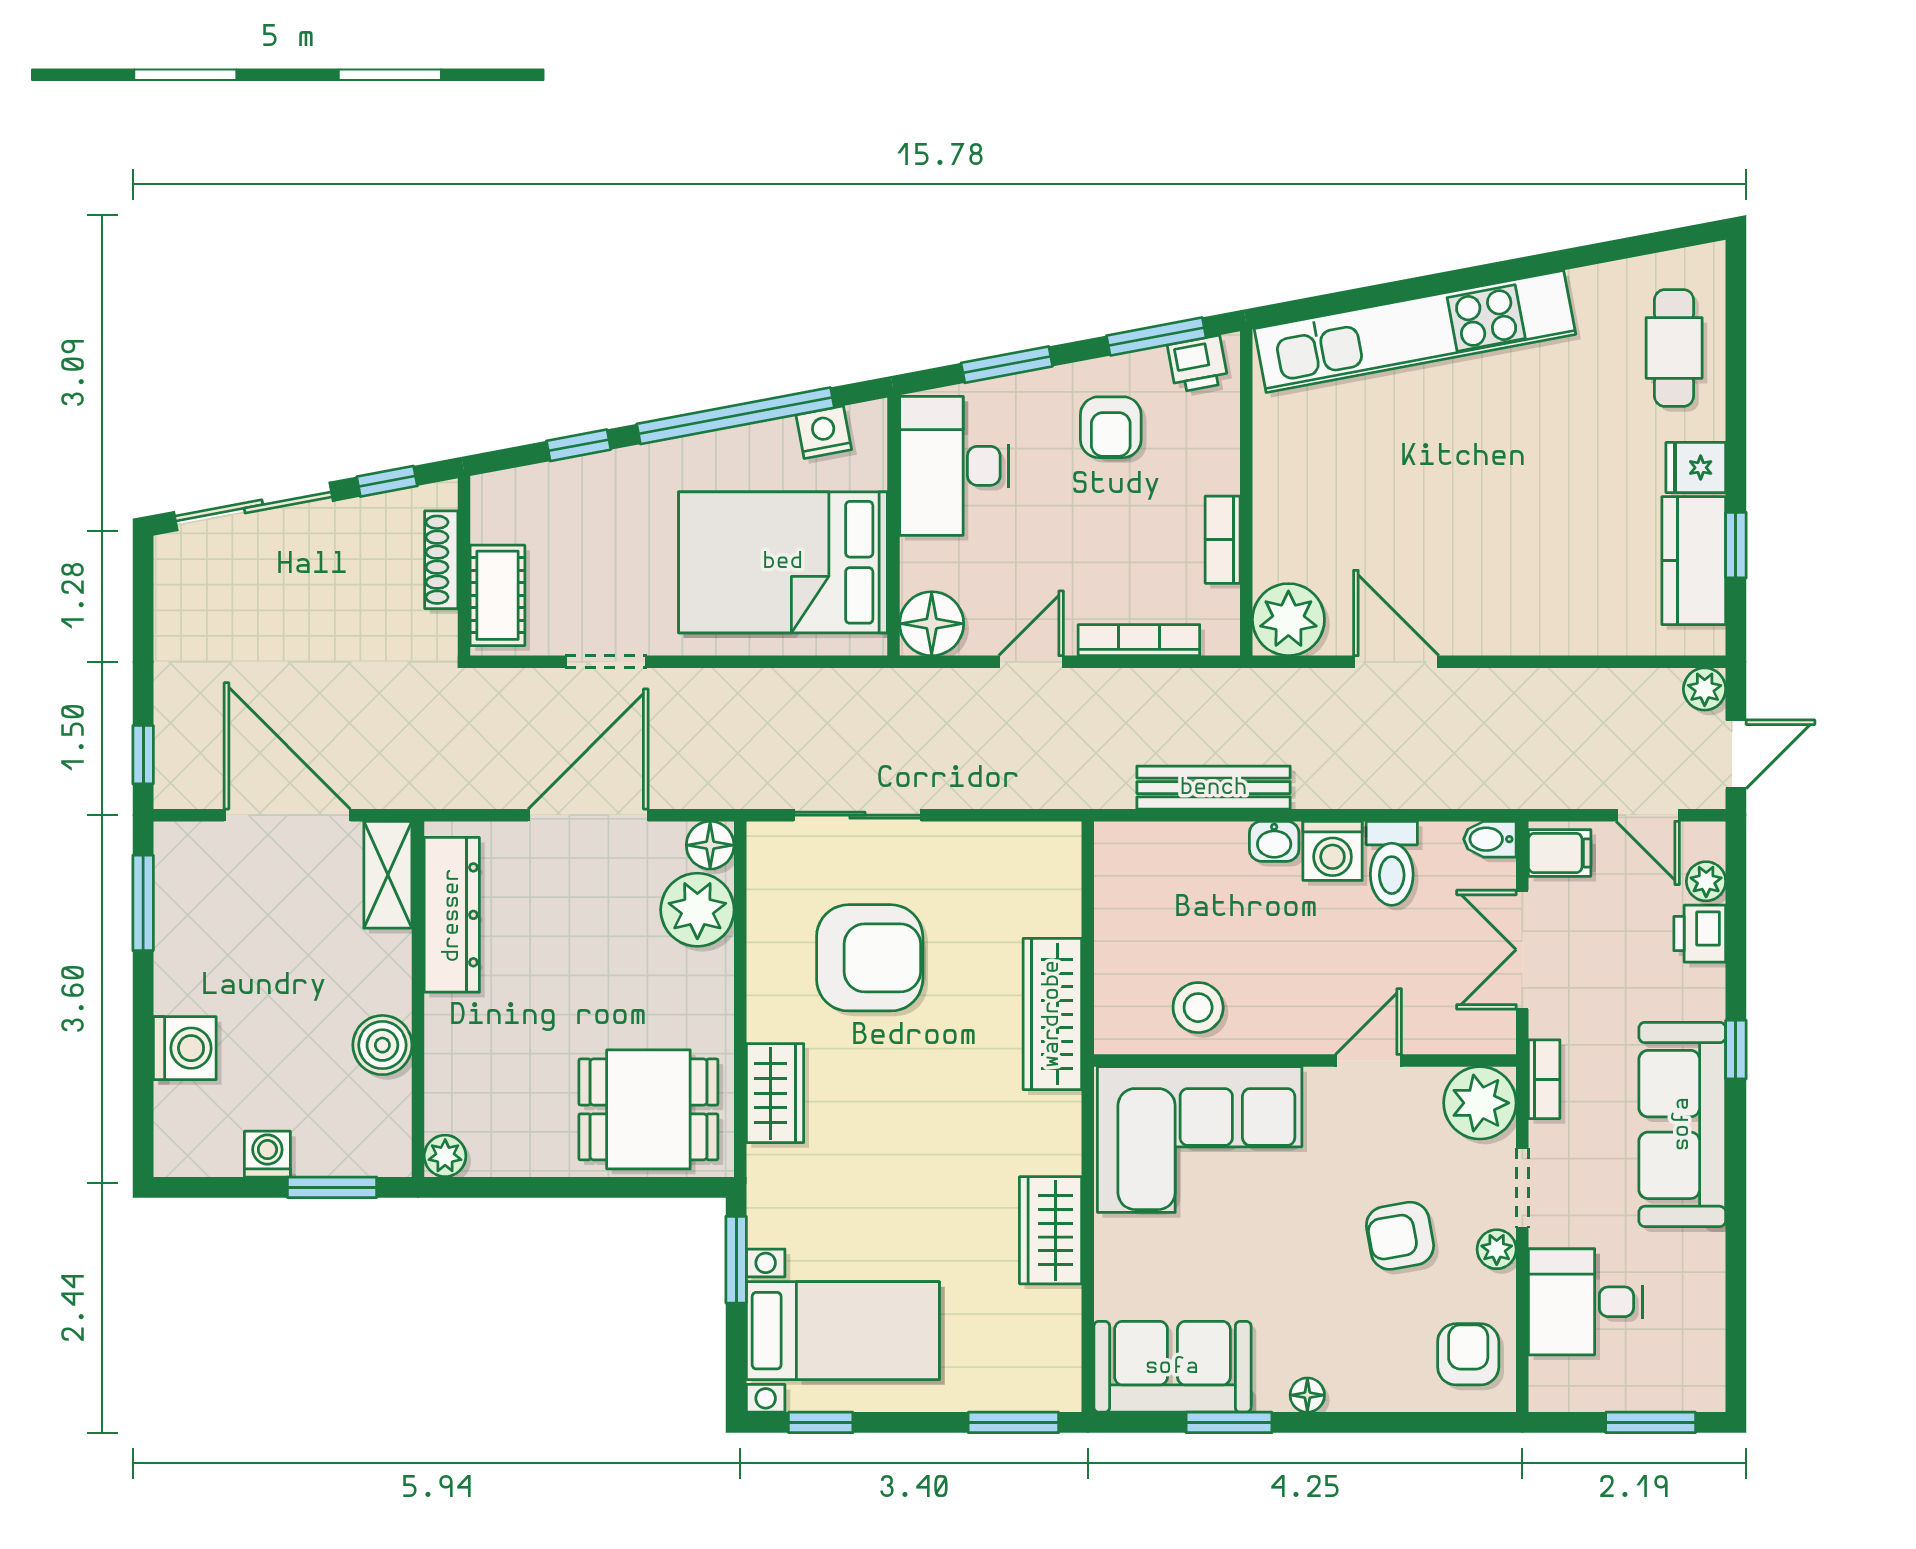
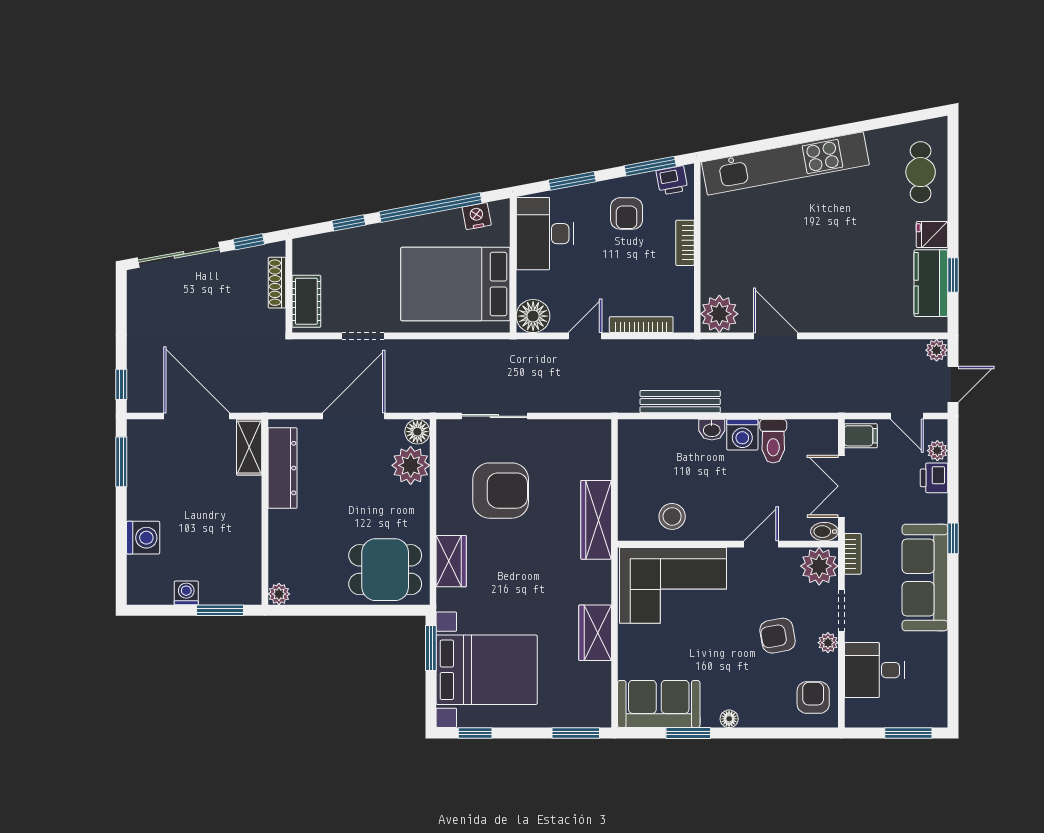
bookcase: (1223, 540) -> (685, 243), moved
bidet: (1490, 839) -> (824, 532), moved
boiler: (382, 1045) -> (246, 536), removed
bed with nightstands: (843, 1331) -> (487, 670), width x1.36

